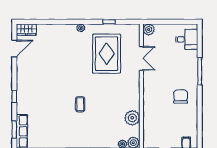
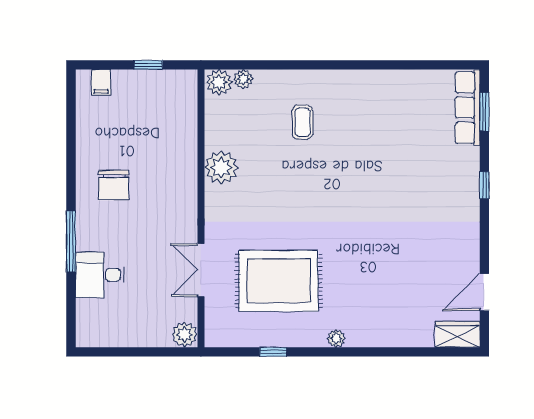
desk: (187, 39) -> (100, 275), moved
rug: (107, 54) -> (279, 281), turned 90
coffee table: (80, 104) -> (303, 122), moved
plant: (132, 118) -> (221, 168), moved

